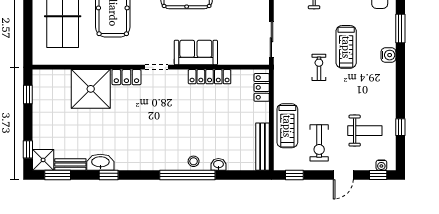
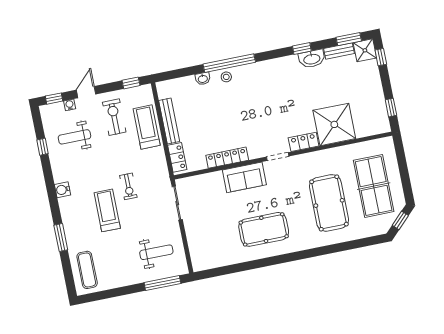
water cooler: (388, 55) -> (62, 190), moved
bench: (262, 147) -> (169, 121), moved
water cooler: (381, 165) -> (70, 105), moved

